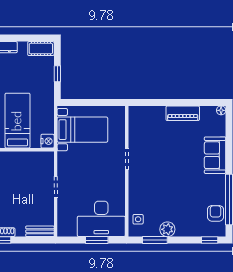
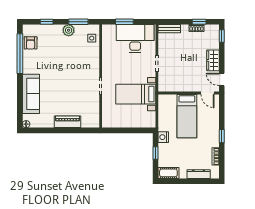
piano: (183, 113) -> (68, 122), moved
bed with nightstands: (82, 130) -> (136, 94), moved
nightstand: (48, 141) -> (163, 137), moved
sofa: (215, 155) -> (31, 94), width x1.36
desk: (101, 219) -> (135, 38), moved
window: (210, 240) -> (47, 22), moved

